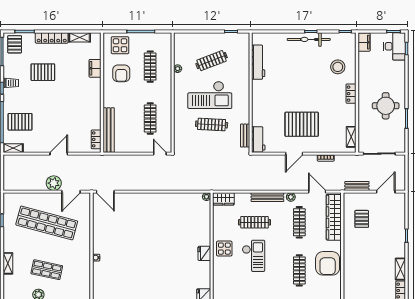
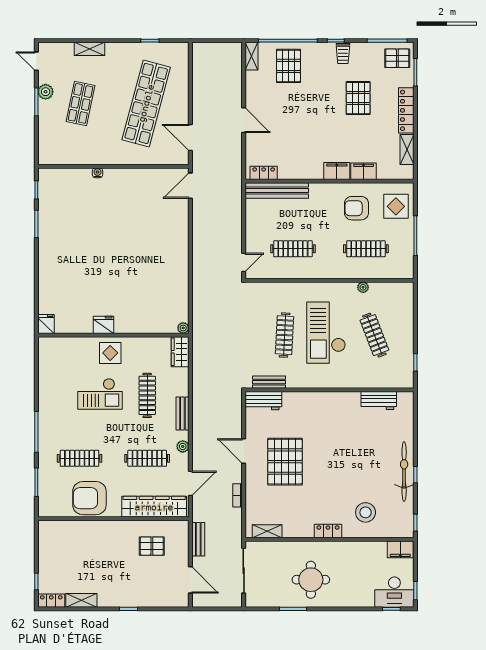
workbench: (258, 62) -> (379, 400), width x0.73
filing cabinet: (95, 87) -> (337, 171), added
plant: (54, 183) -> (202, 113), removed
bench: (267, 197) -> (182, 414), width x0.73

